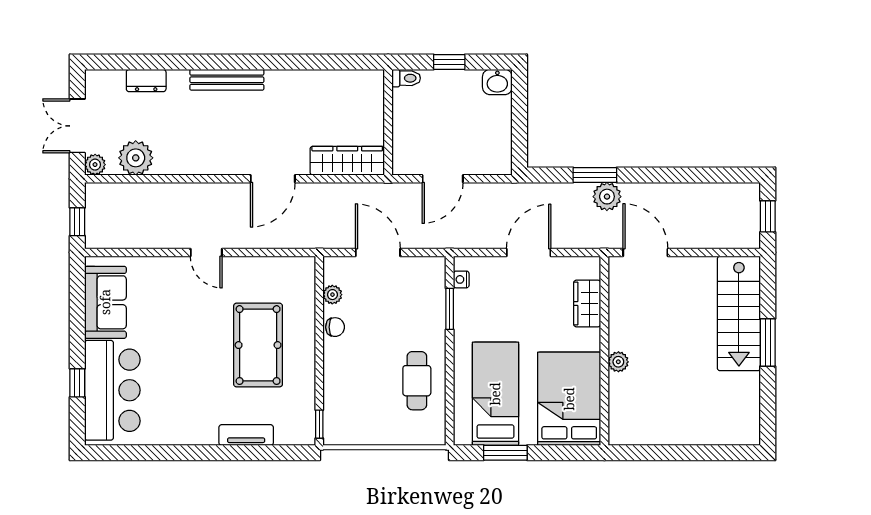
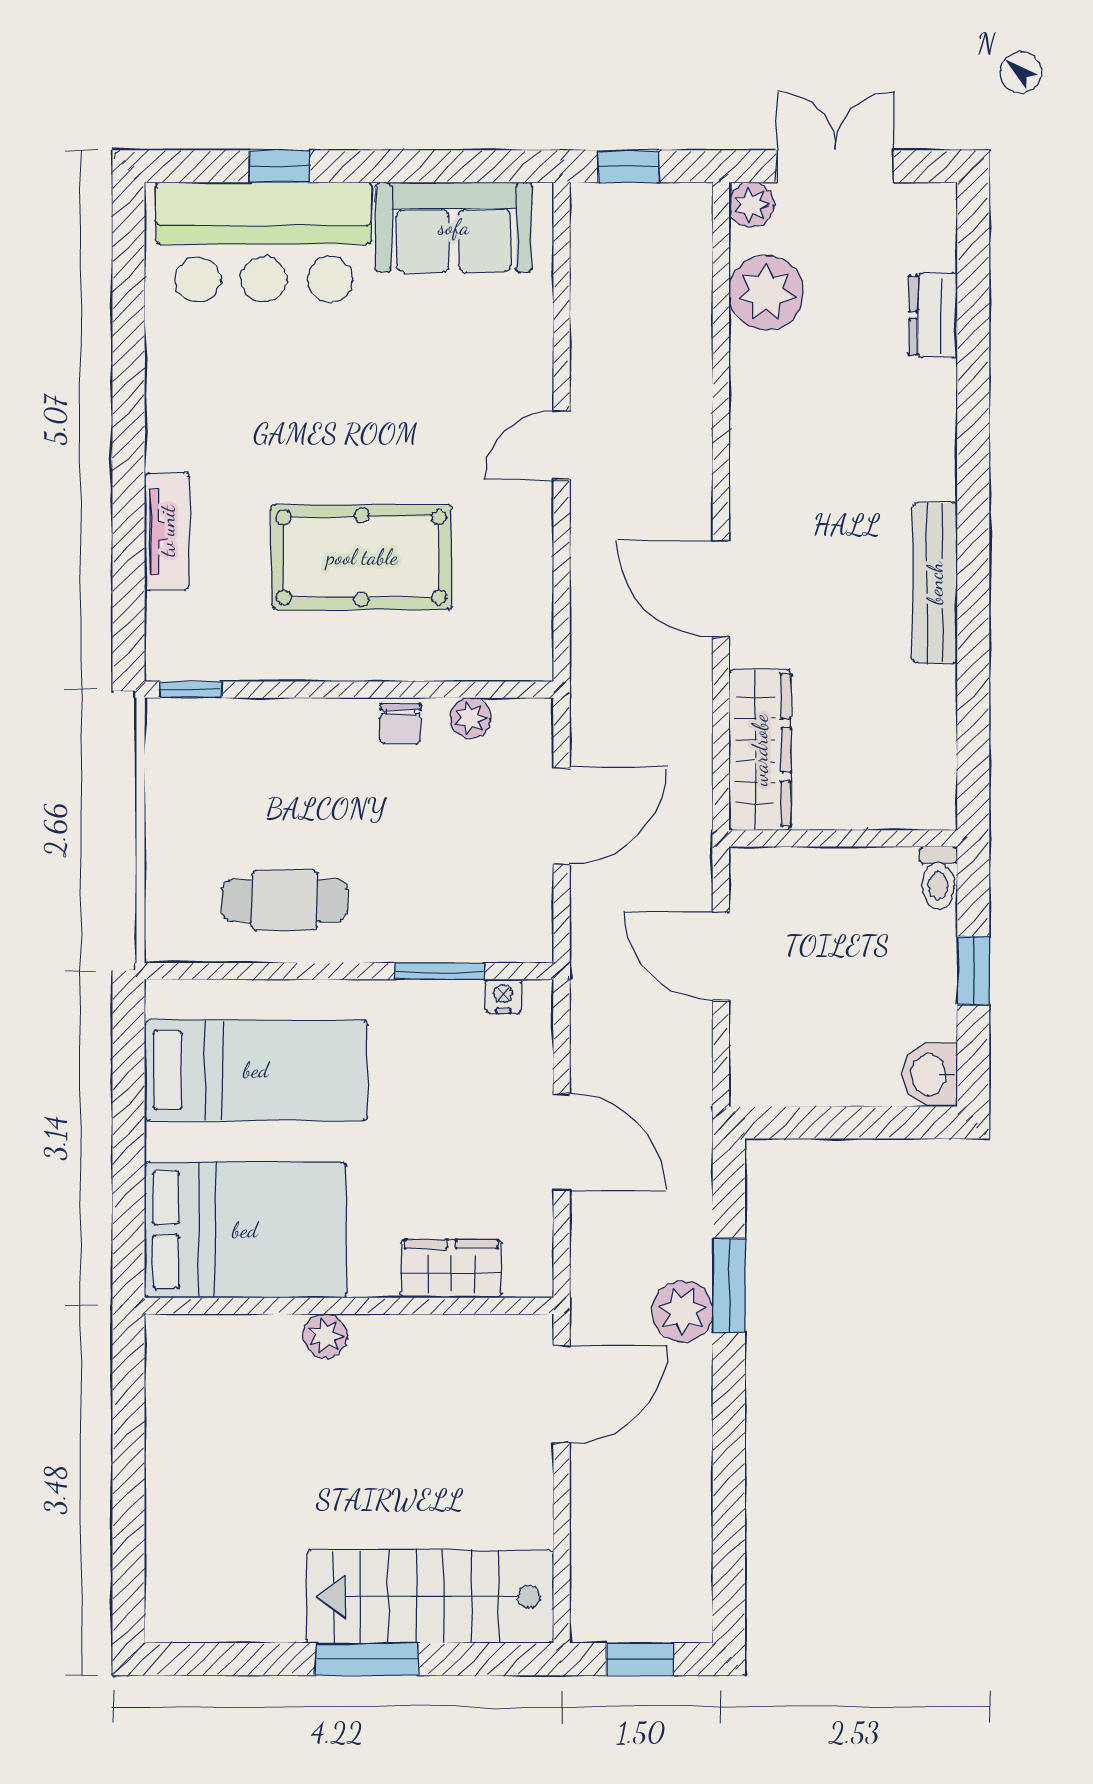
bench: (227, 80) -> (935, 583), moved
window: (505, 453) -> (129, 1092), removed

